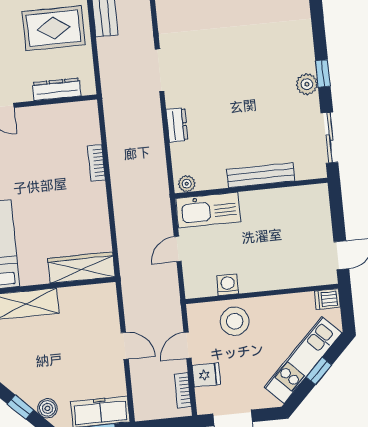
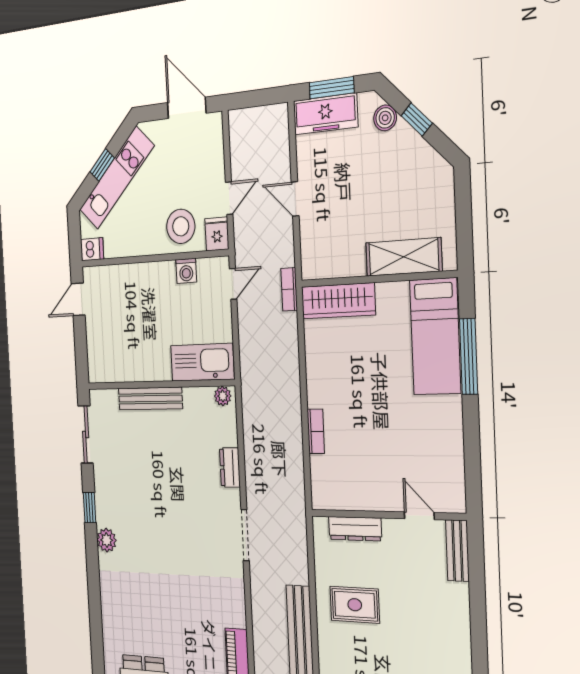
rug: (54, 28) -> (355, 605), width x0.73, depth x0.70
plant: (307, 84) -> (107, 540), moved
door: (178, 249) -> (233, 284), moved
fridge: (206, 375) -> (217, 234), moved, turned 90
bookcase: (183, 390) -> (289, 289), moved, turned 180

